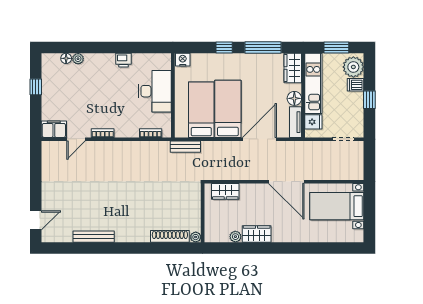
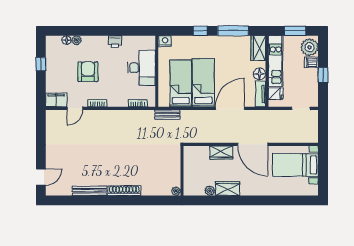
armchair: (91, 96) -> (88, 72), added
wardrobe: (225, 191) -> (221, 152), moved
shoe rack: (170, 236) -> (124, 191), moved

